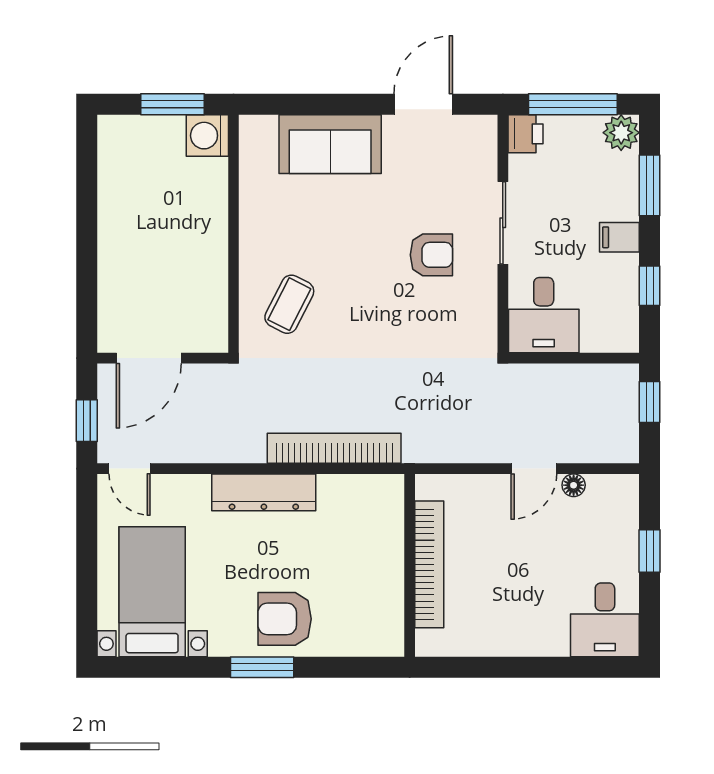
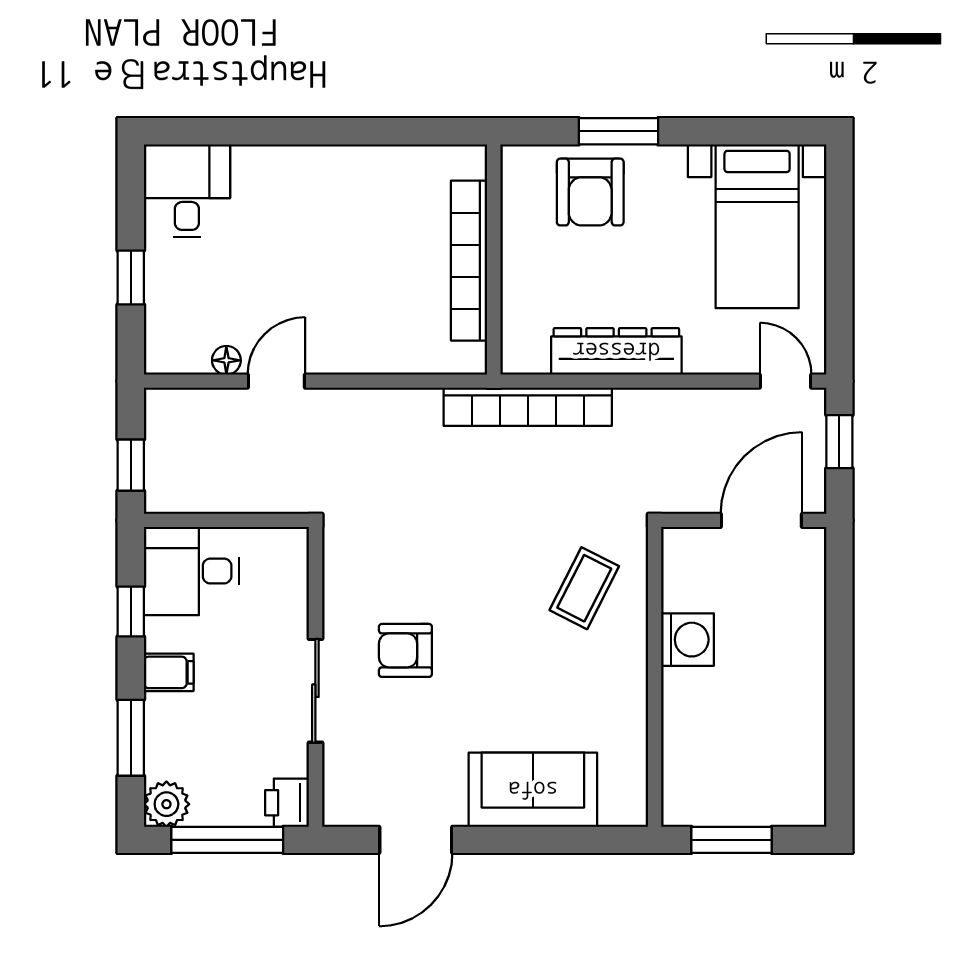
washing machine: (207, 136) -> (687, 640), moved
desk: (544, 315) -> (191, 571), moved, turned -90
bookcase: (429, 564) -> (469, 261), moved
wall: (410, 565) -> (494, 259), moved
armchair: (285, 619) -> (590, 192), turned 90

